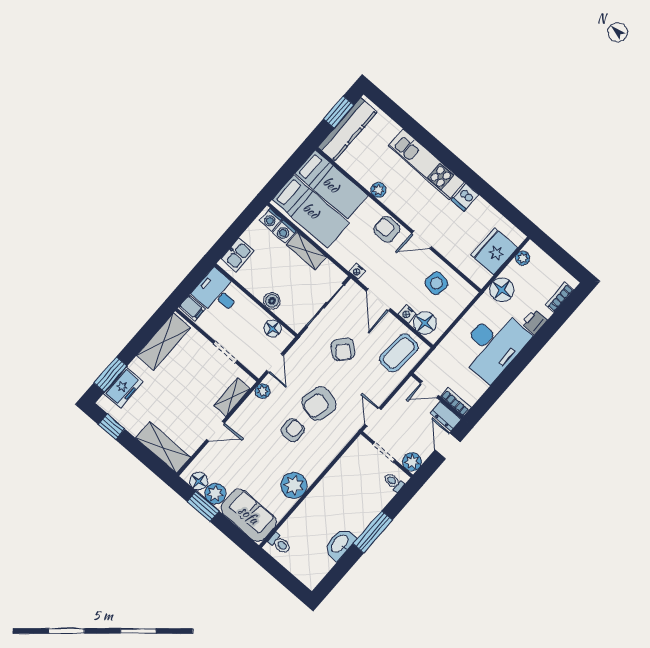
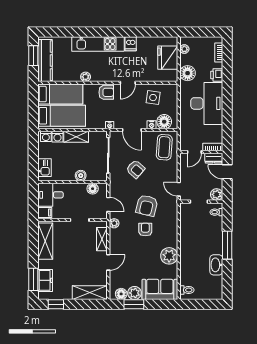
armchair: (387, 229) -> (106, 92), turned 180

